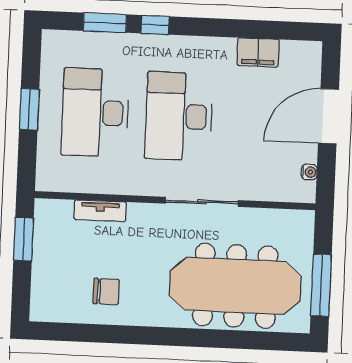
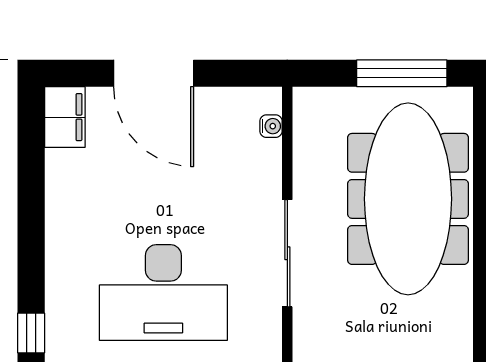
filing cabinet: (258, 52) -> (65, 117), moved
water cooler: (309, 172) -> (271, 126), moved, turned 90

